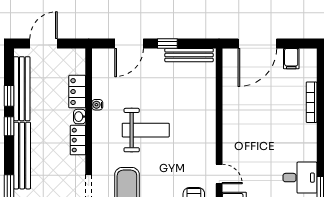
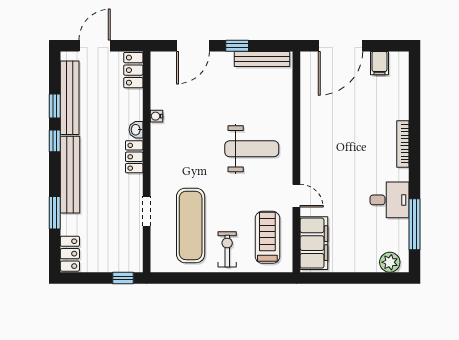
locker: (77, 92) -> (133, 70), moved
bookcase: (312, 102) -> (403, 144), moved
weight bench: (146, 130) -> (252, 149), moved

